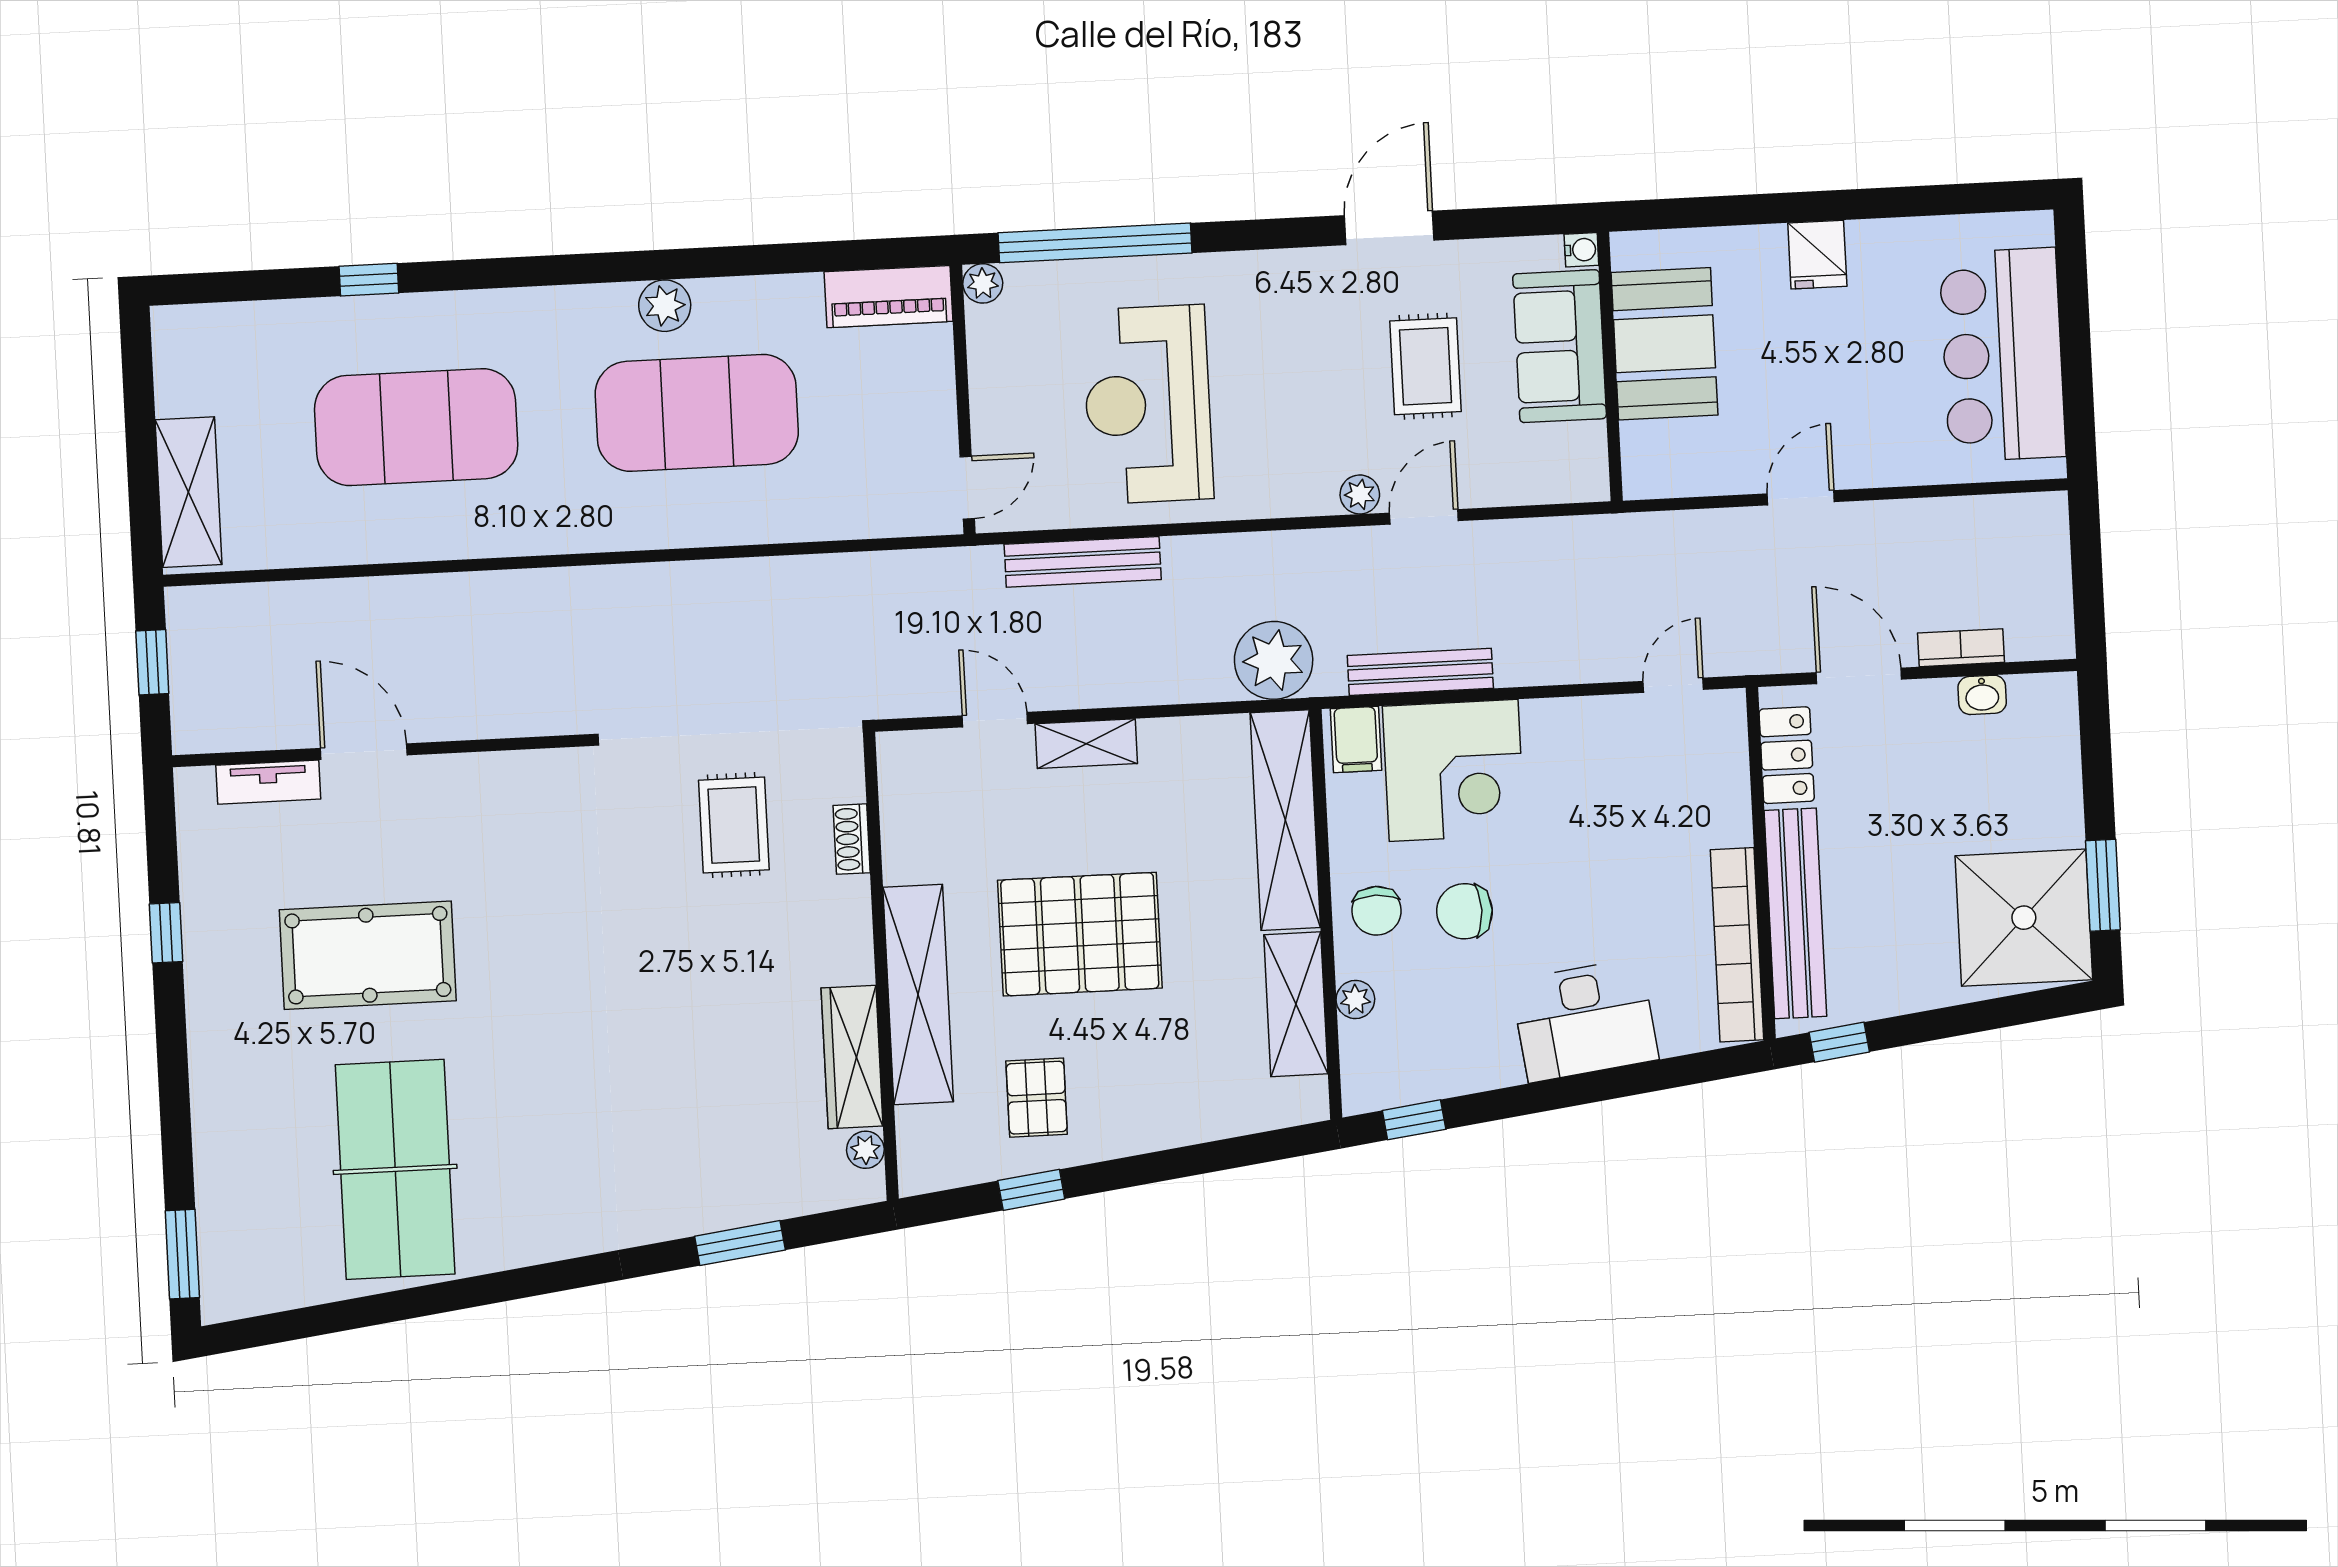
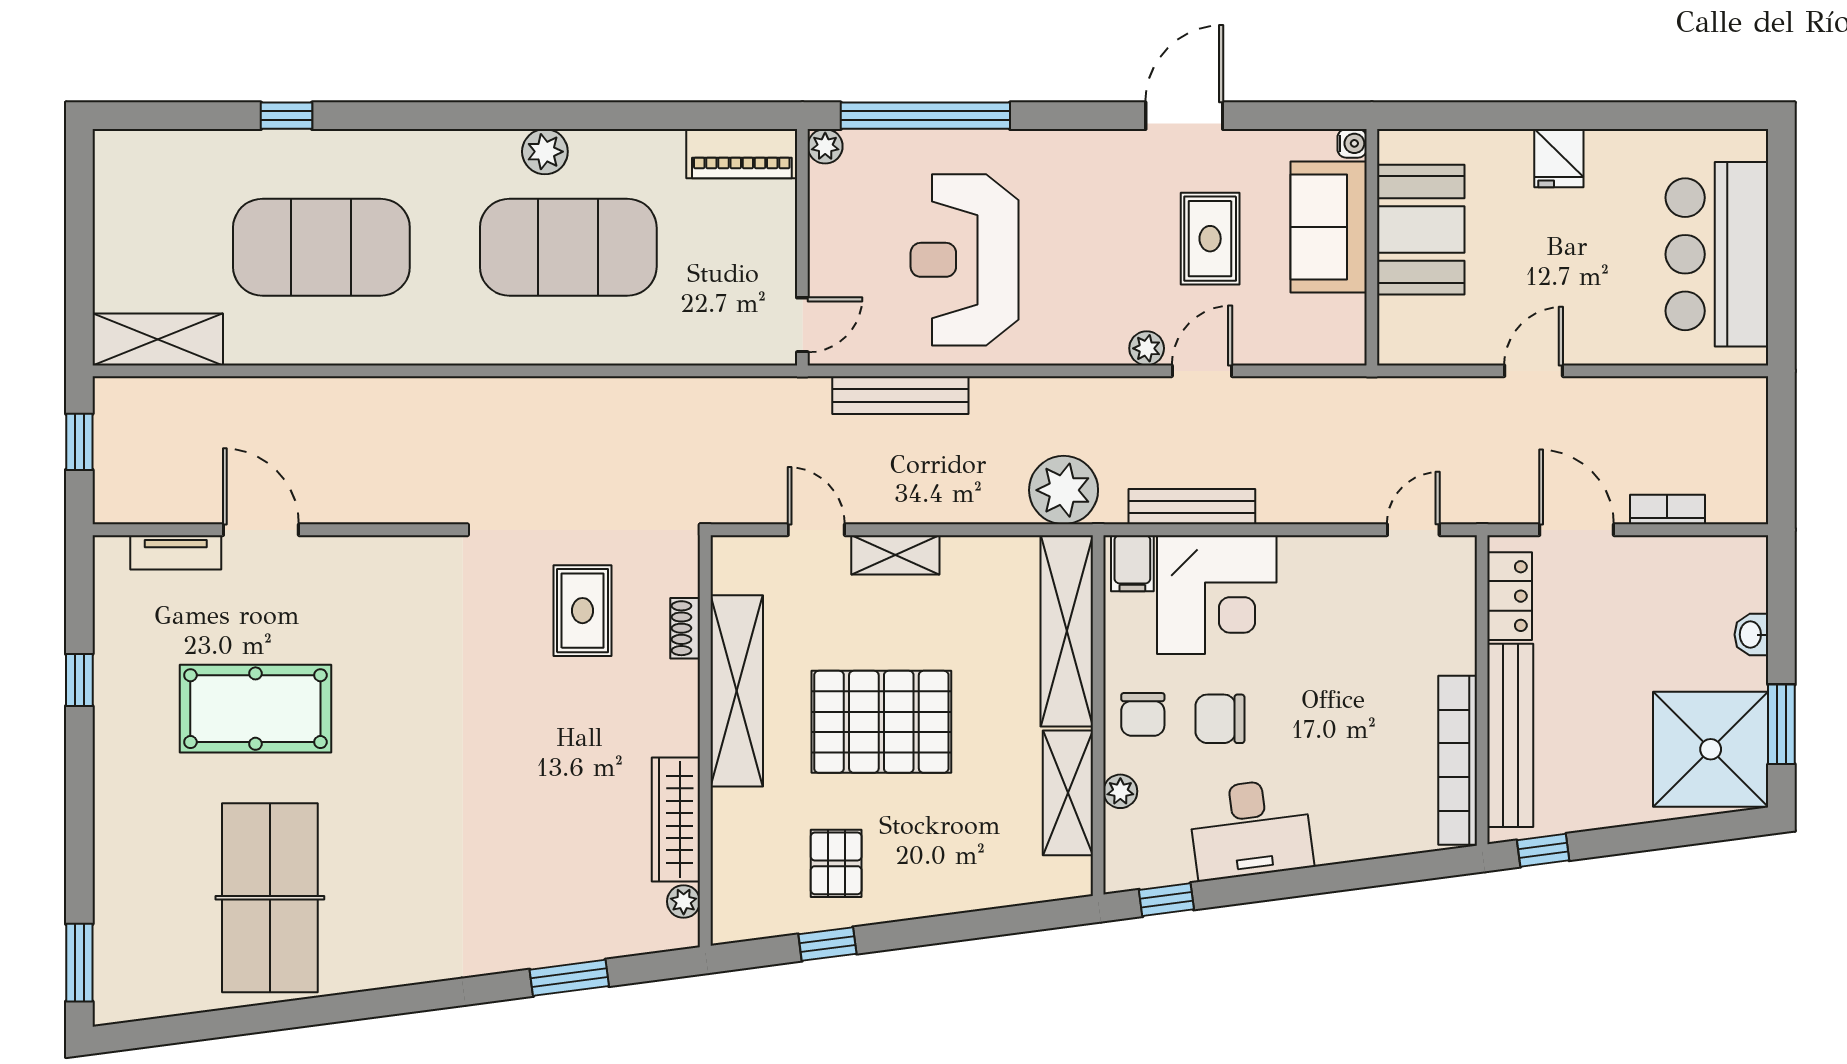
shelving: (188, 492) -> (158, 339), moved, turned 90
washbasin: (1982, 695) -> (1751, 635), moved, turned 90
shelving: (918, 995) -> (737, 691), moved
desk: (1585, 1020) -> (1251, 829), moved

